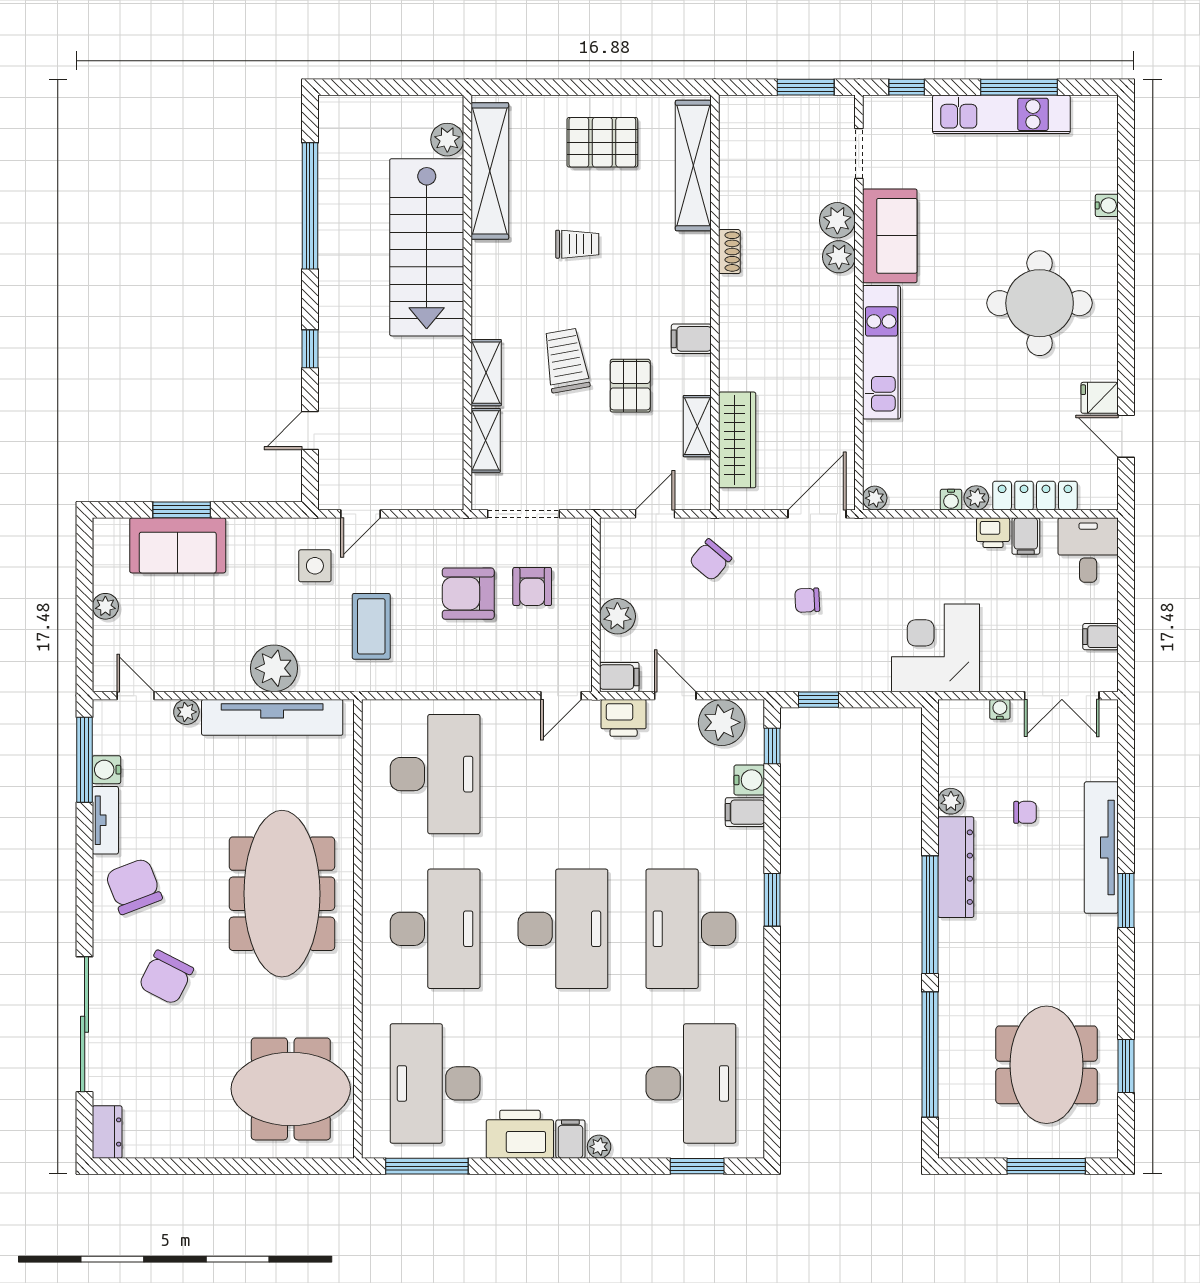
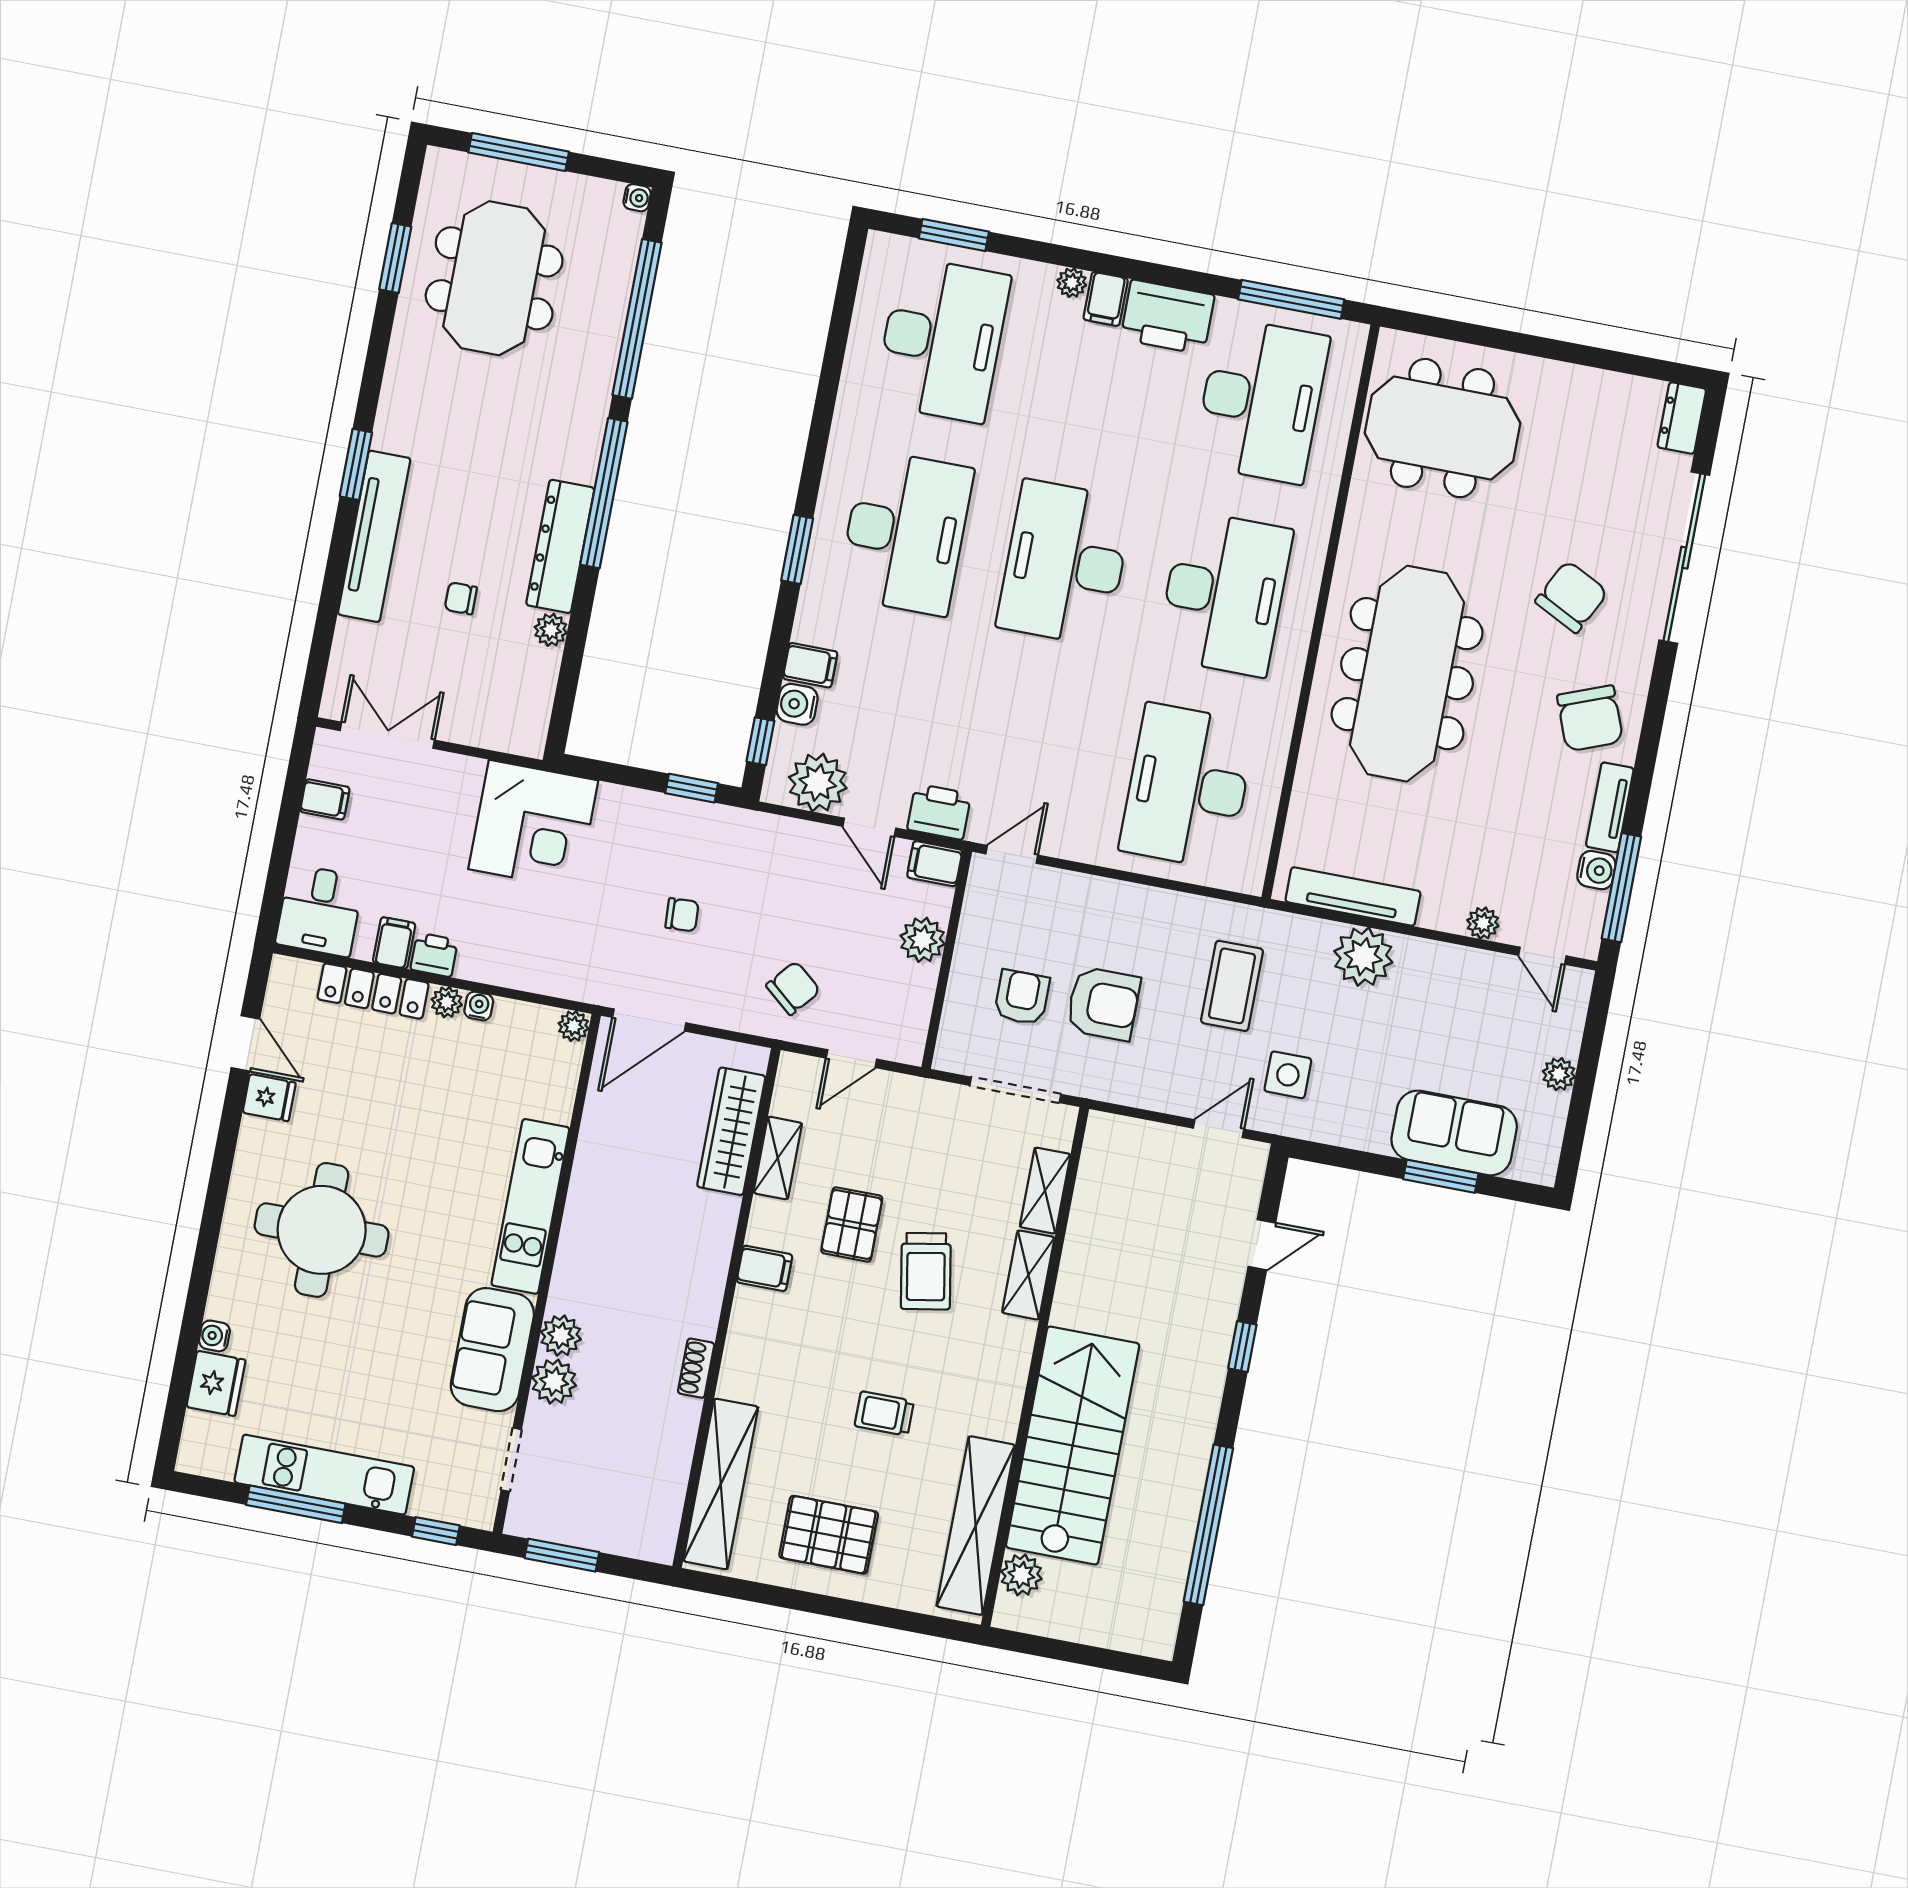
fridge: (1099, 169) -> (216, 1383), added
water cooler: (1000, 709) -> (637, 198), moved, turned -90
tv unit: (272, 717) -> (1353, 897), width x0.73, depth x0.78
desk: (435, 929) -> (1224, 593), turned 180
desk: (691, 1083) -> (942, 340), turned 180

